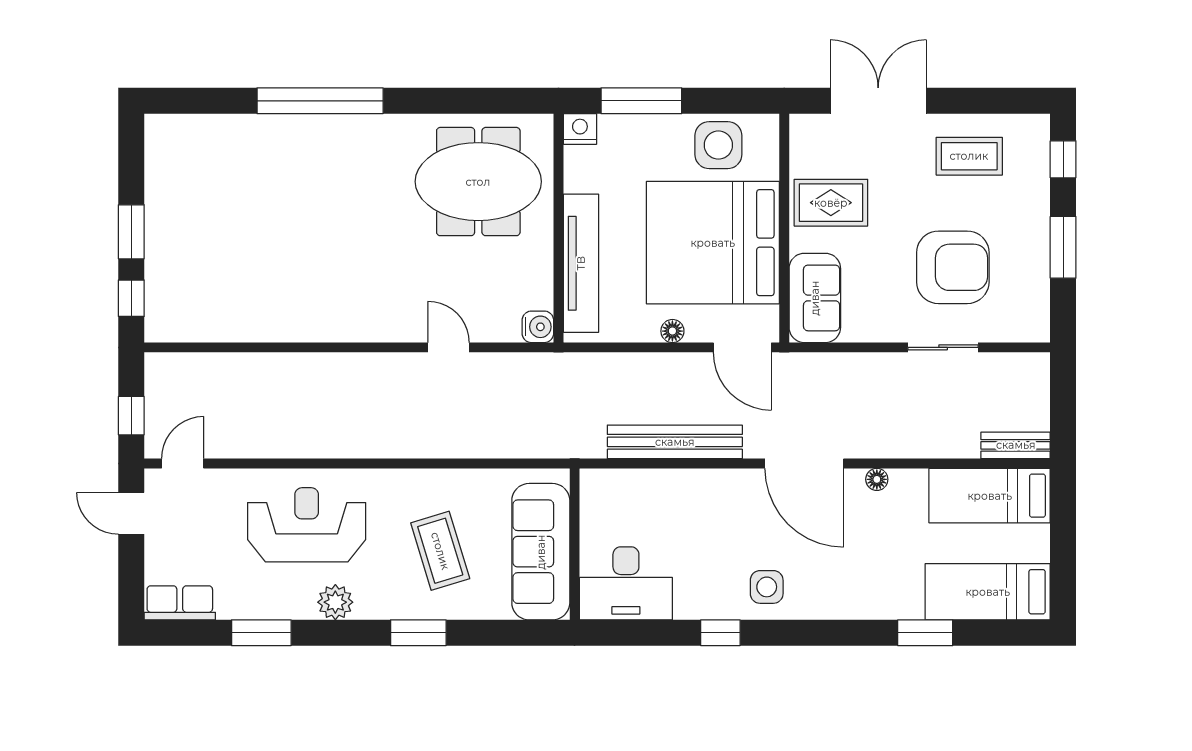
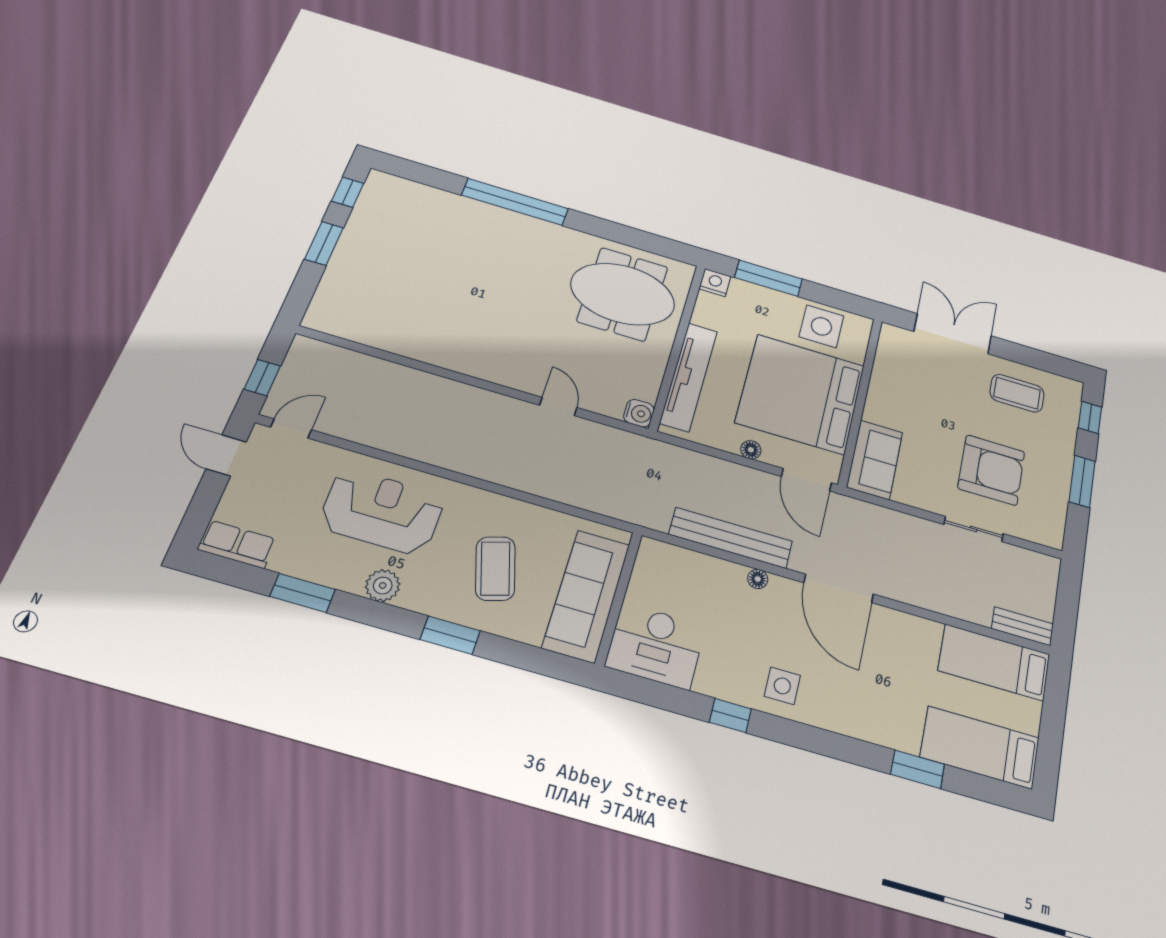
rug: (831, 203) -> (902, 393), removed
window: (131, 298) -> (348, 192), moved
floor lamp: (877, 479) -> (758, 579), moved

